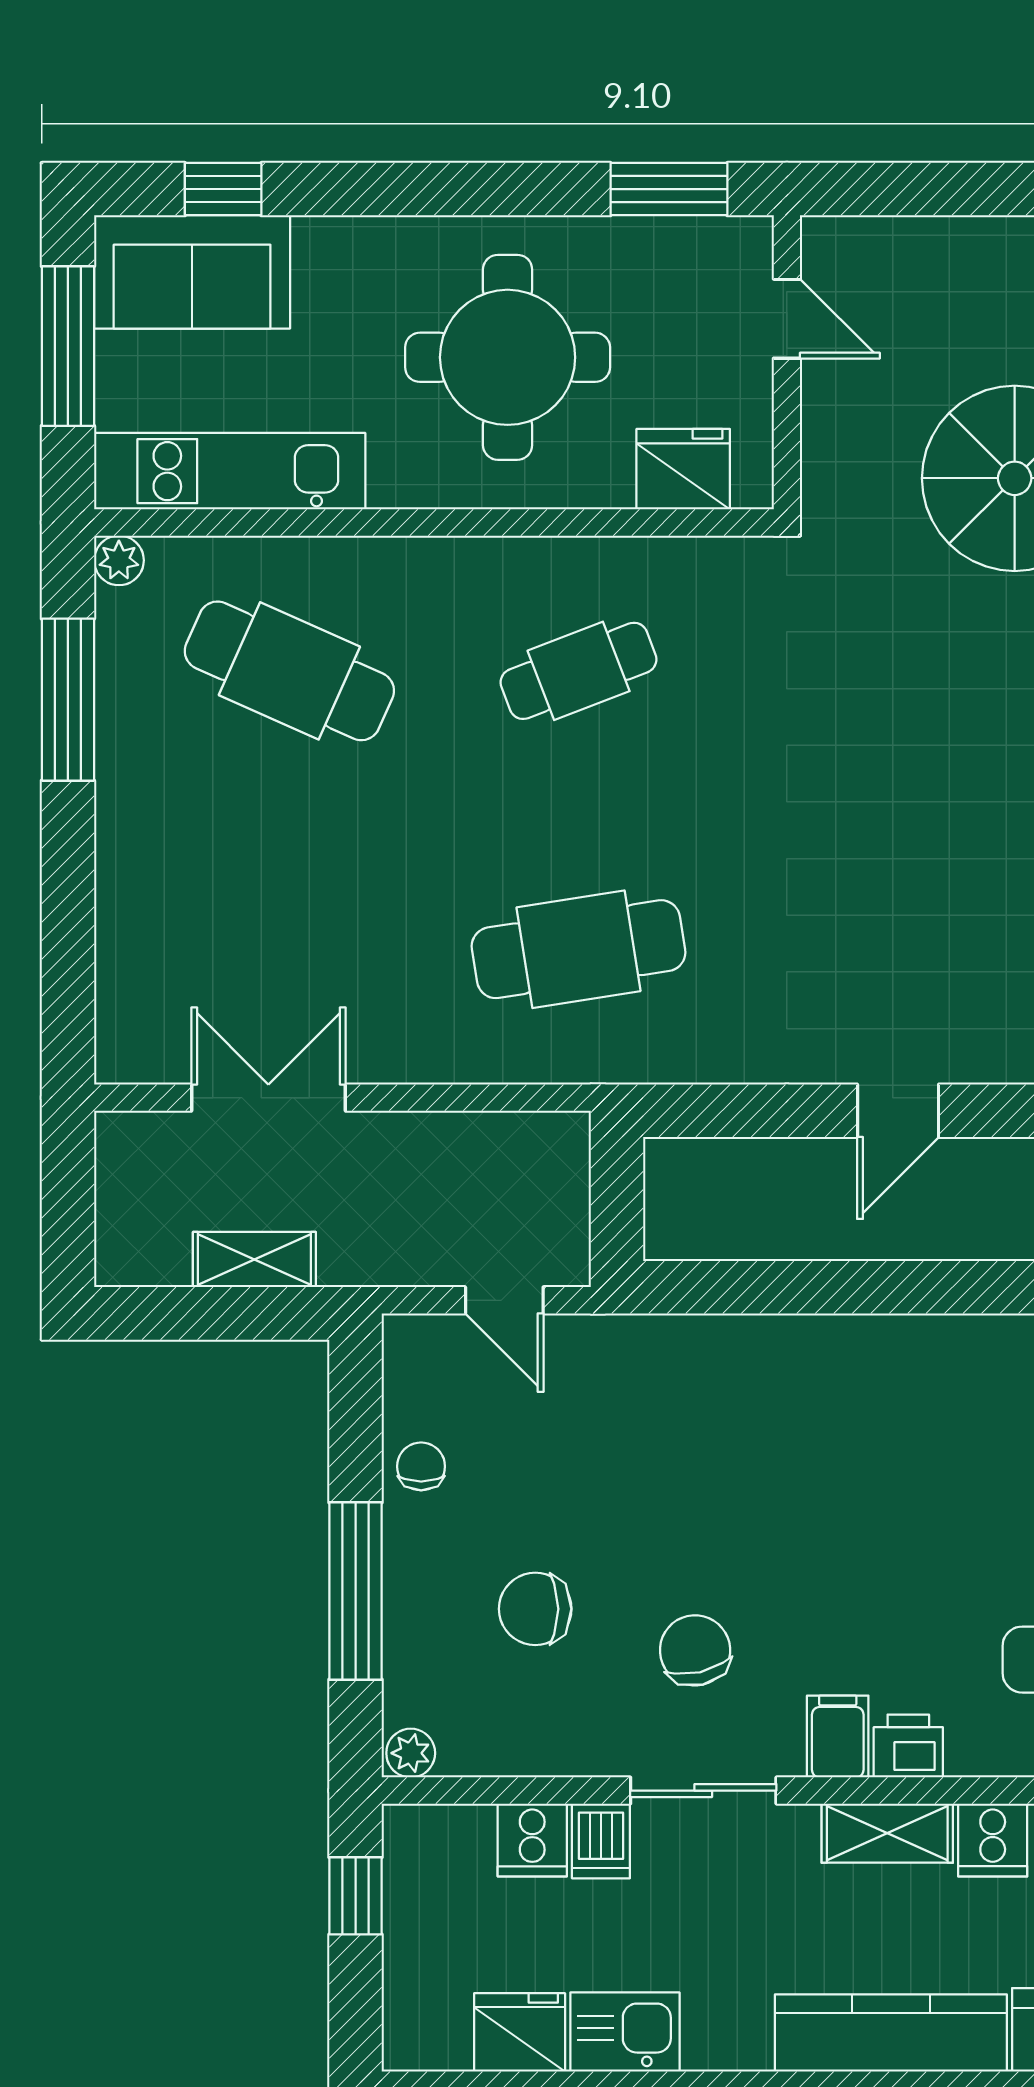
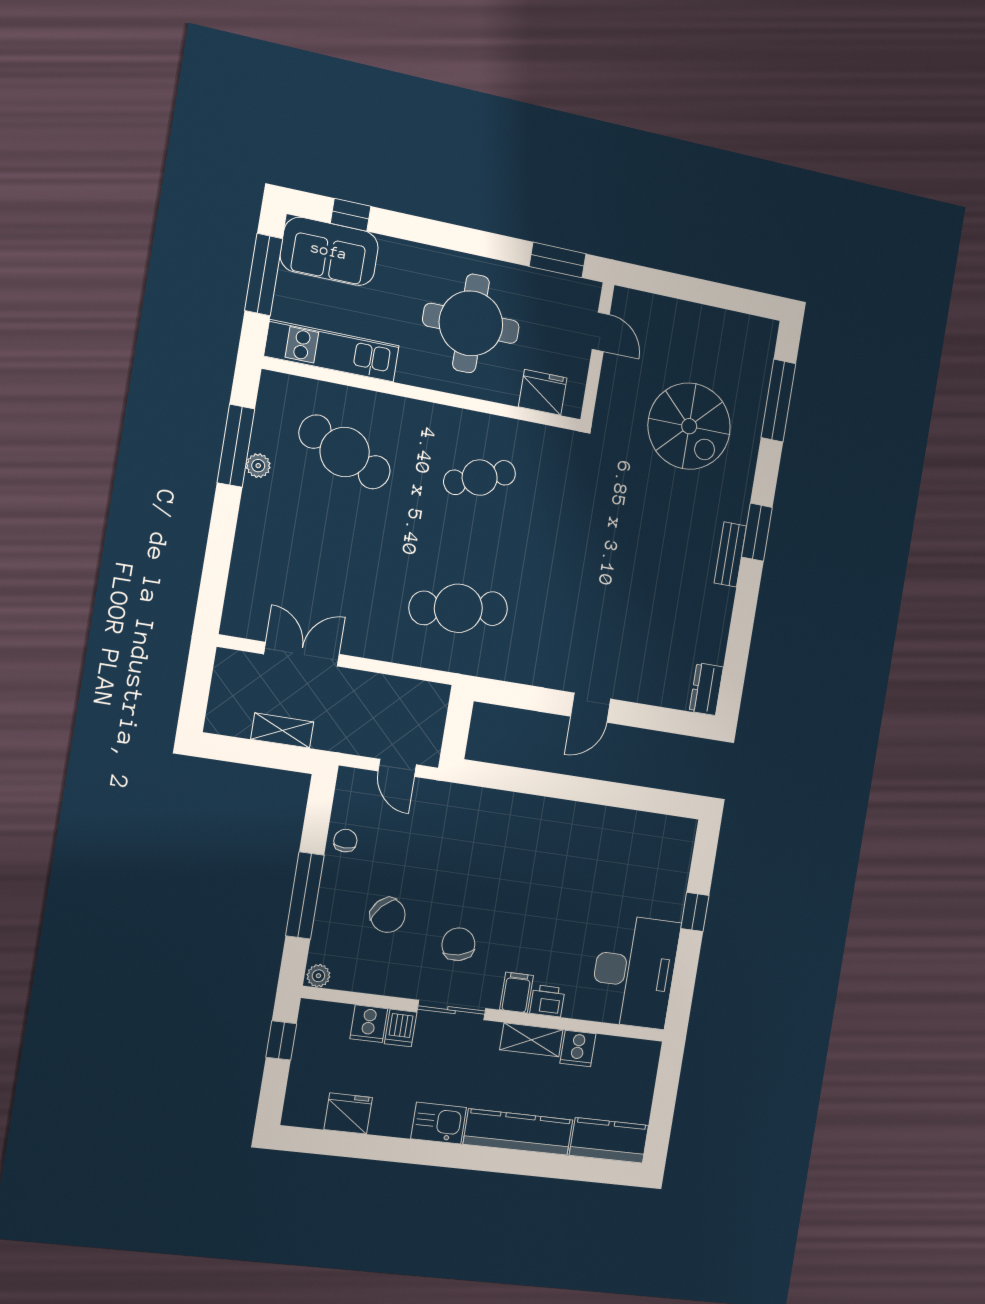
plant: (119, 560) -> (258, 466), moved
chair: (535, 1609) -> (388, 915), turned -136
kitchen sink: (625, 2032) -> (439, 1123), moved

